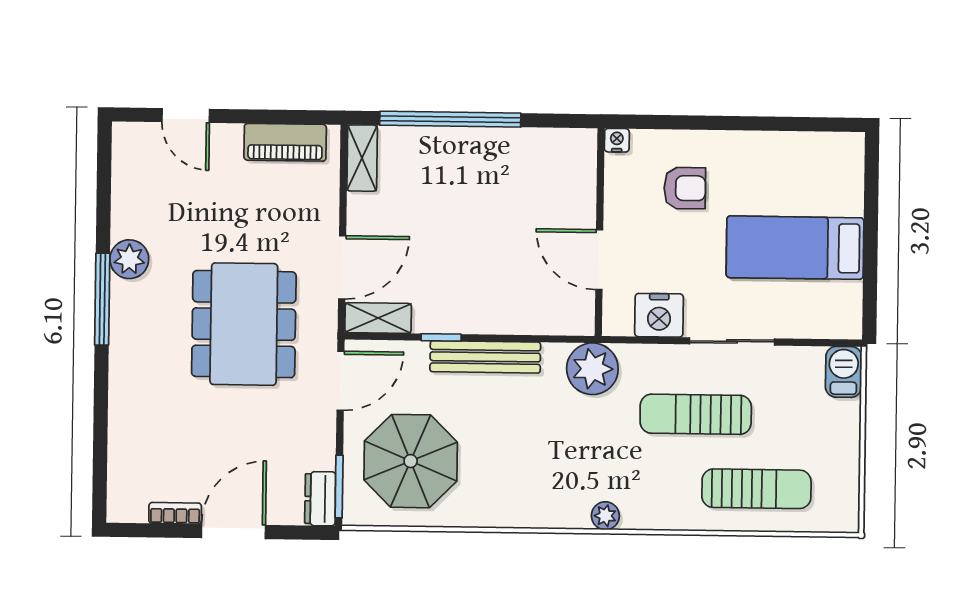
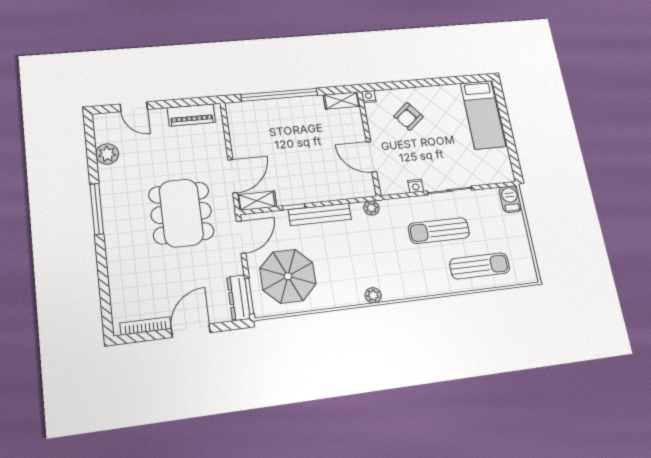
shelving: (362, 158) -> (342, 101), moved, turned 90
armchair: (685, 188) -> (408, 117), turned 141
bed: (795, 248) -> (483, 115), moved, turned -90
plant: (129, 259) -> (107, 154), moved
nightstand: (659, 315) -> (416, 186), width x0.53, depth x0.56
plant: (592, 369) -> (371, 208), width x0.53, depth x0.53
dresser: (320, 499) -> (238, 298), width x1.44
bookcase: (175, 513) -> (146, 326), width x1.56
plant: (605, 516) -> (373, 295), moved

